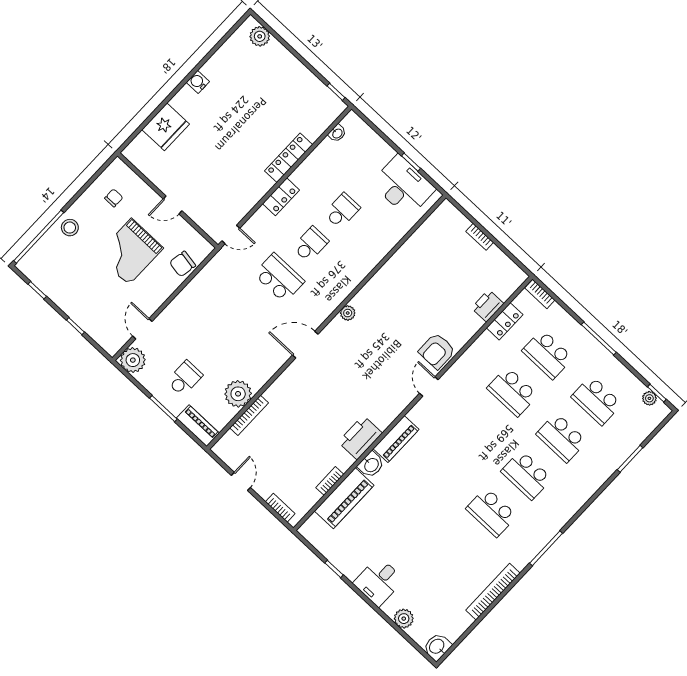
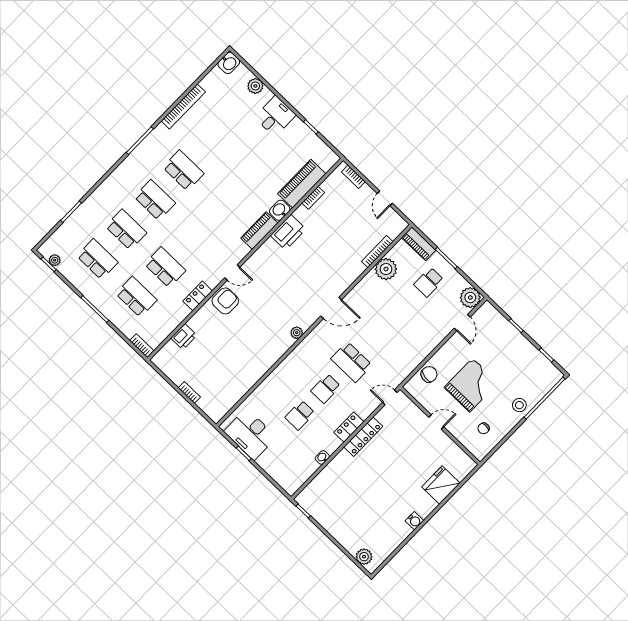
washbasin: (337, 133) -> (322, 457), moved
locker: (289, 158) -> (363, 437), moved
locker: (505, 321) -> (198, 296), moved
door: (429, 387) -> (232, 272), hinge flipped

